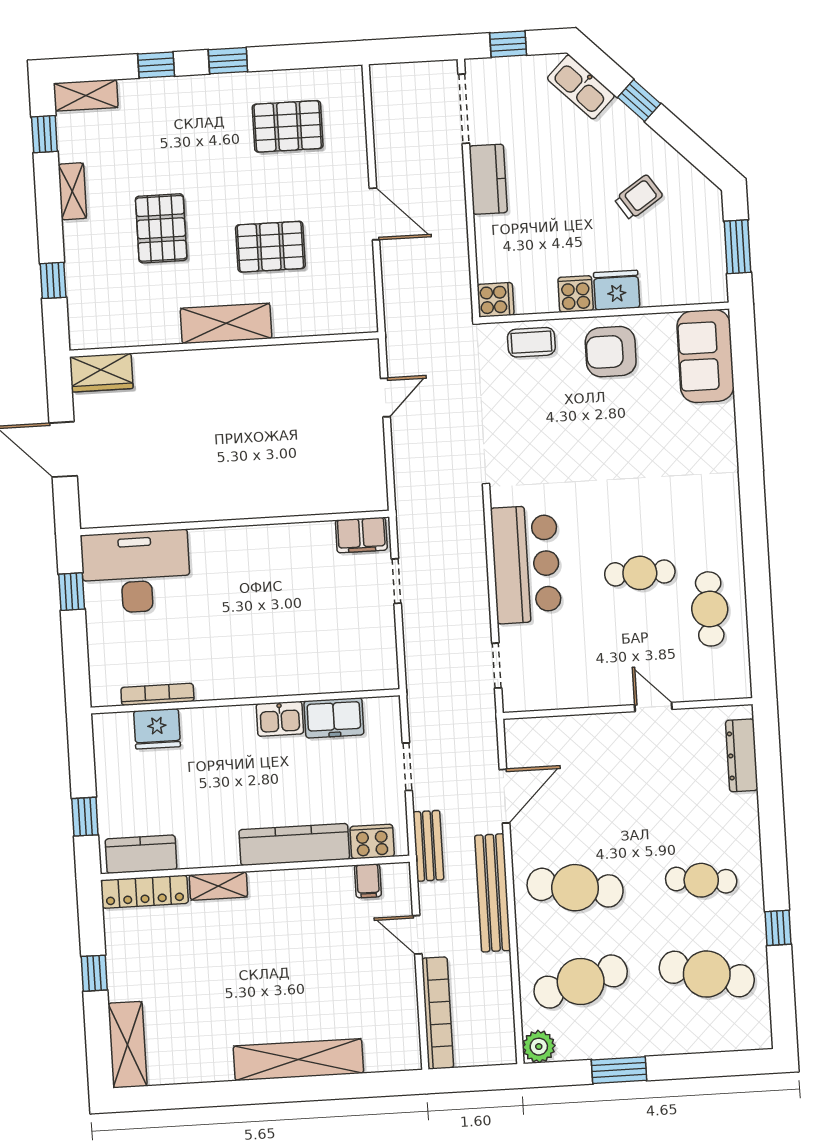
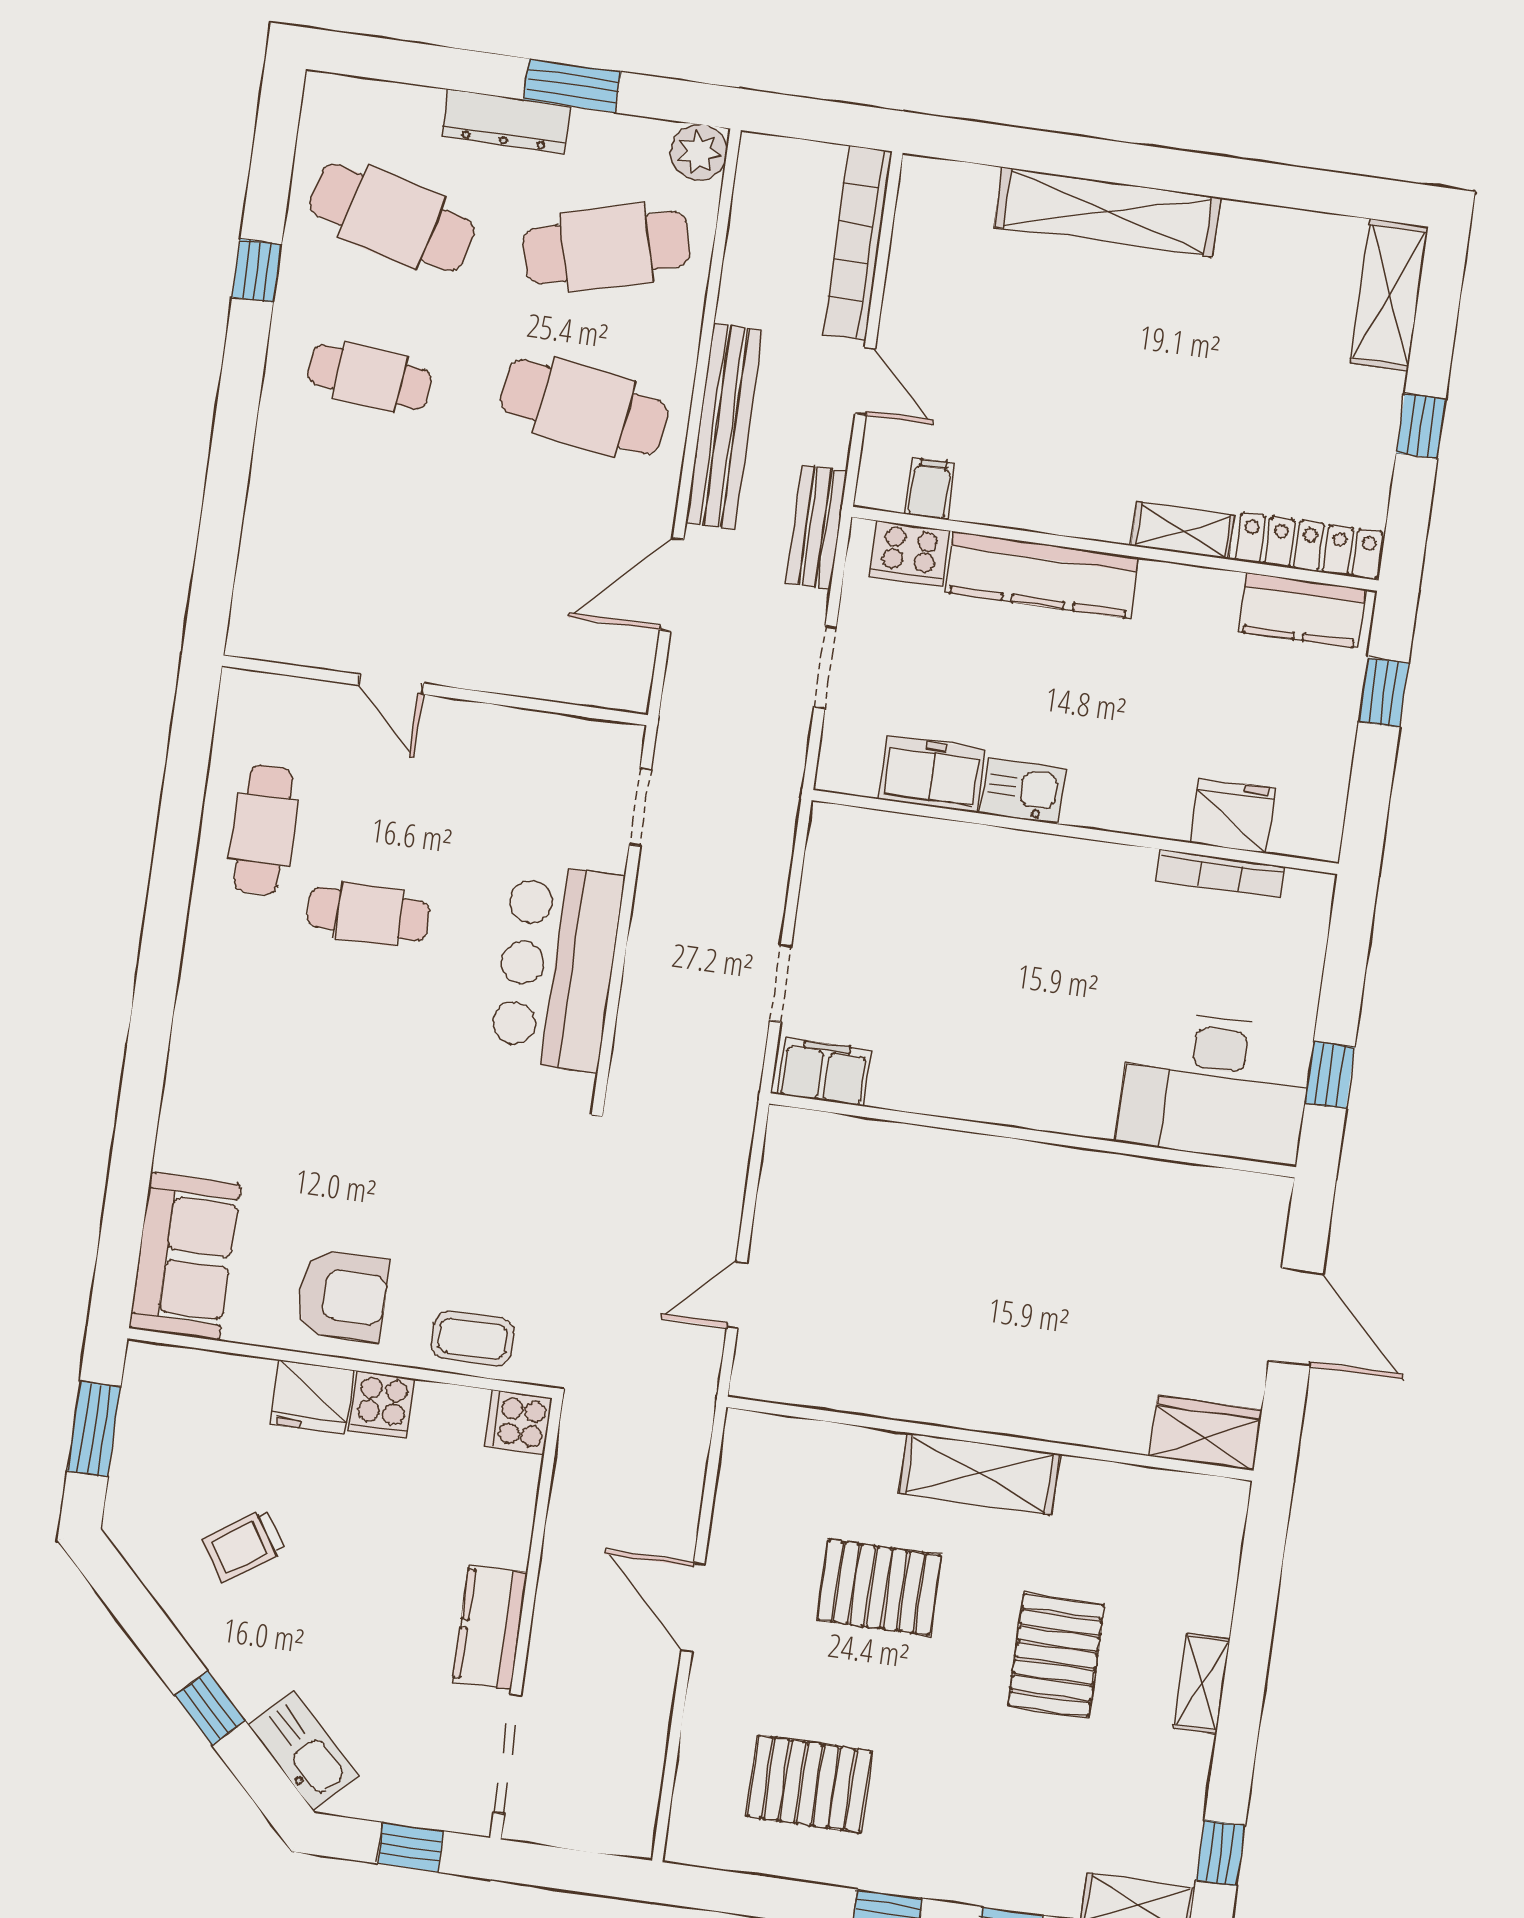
shelving: (72, 191) -> (1202, 1684), moved
window: (53, 280) -> (1255, 1604), removed
dresser: (742, 755) -> (506, 121), moved, turned 90

